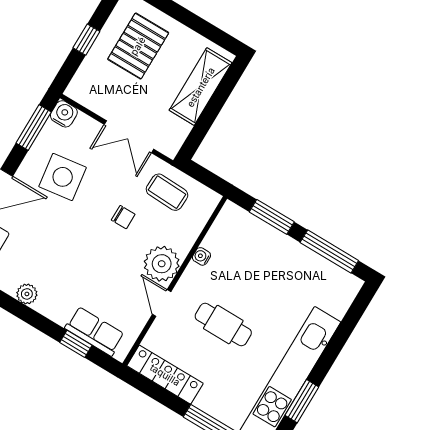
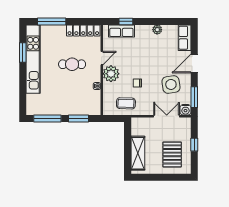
double door: (129, 137) -> (167, 116), moved
door: (162, 303) -> (102, 58), hinge flipped

